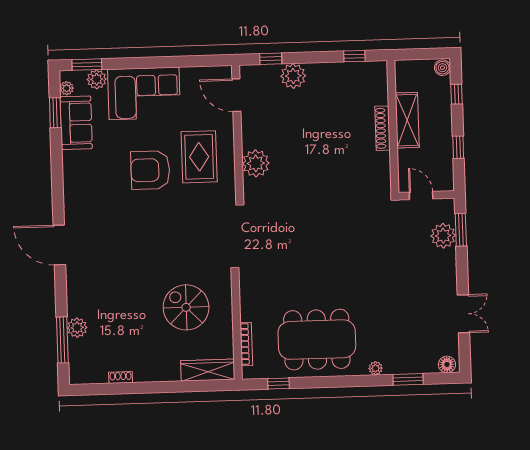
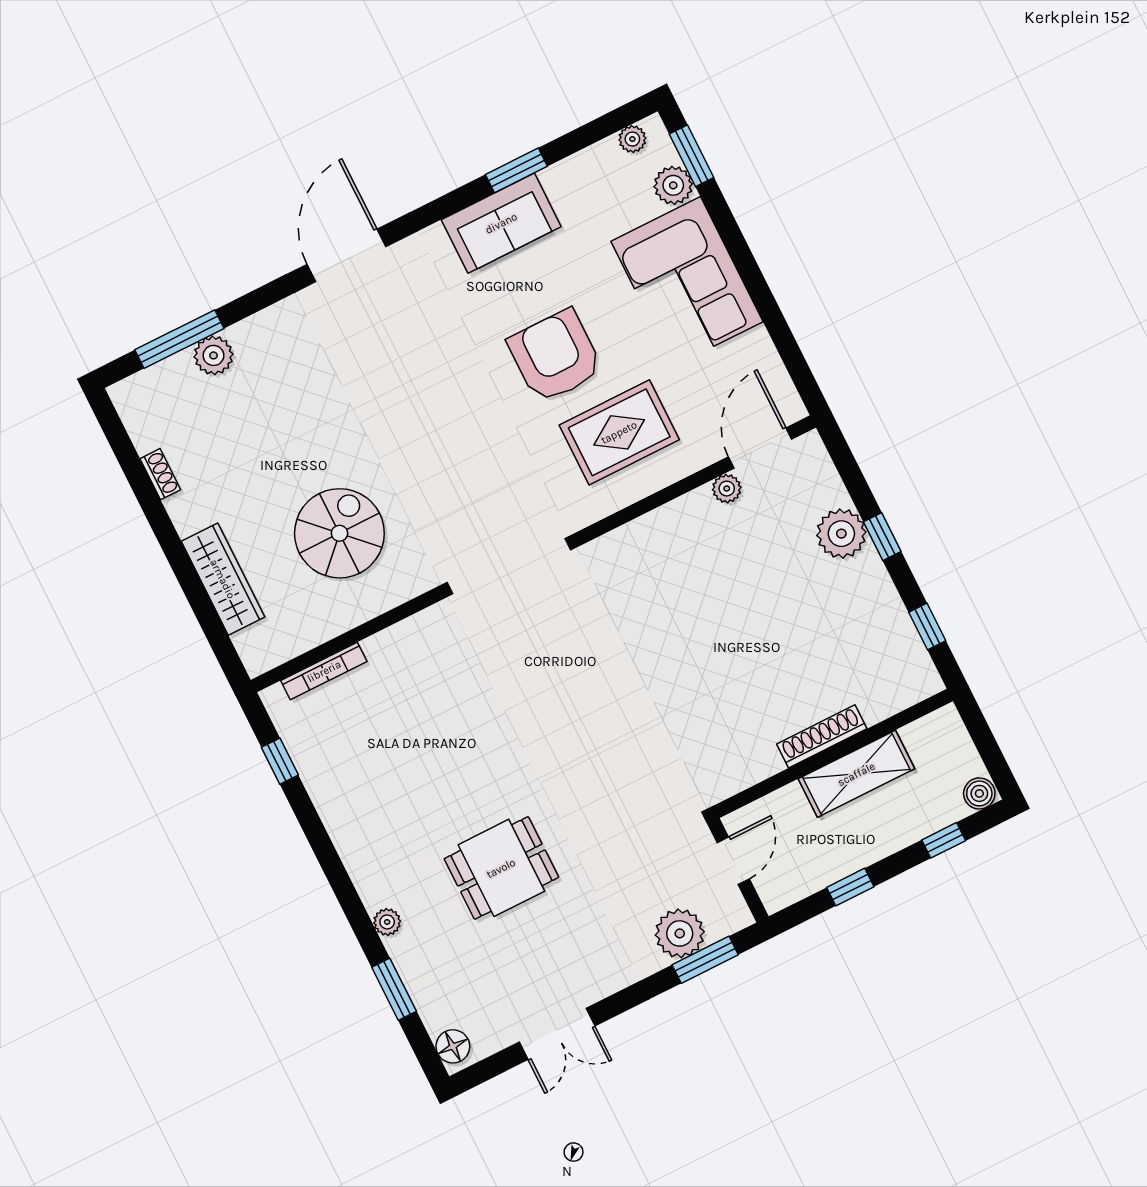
window: (271, 59) -> (882, 537), moved
window: (55, 113) -> (516, 170), moved
sofa: (76, 123) -> (501, 223), moved
plant: (256, 163) -> (727, 489), moved, width x0.53, depth x0.53
dining table: (317, 340) -> (501, 868), moved, width x0.53, depth x0.80
wardrobe: (208, 370) -> (223, 579), moved

